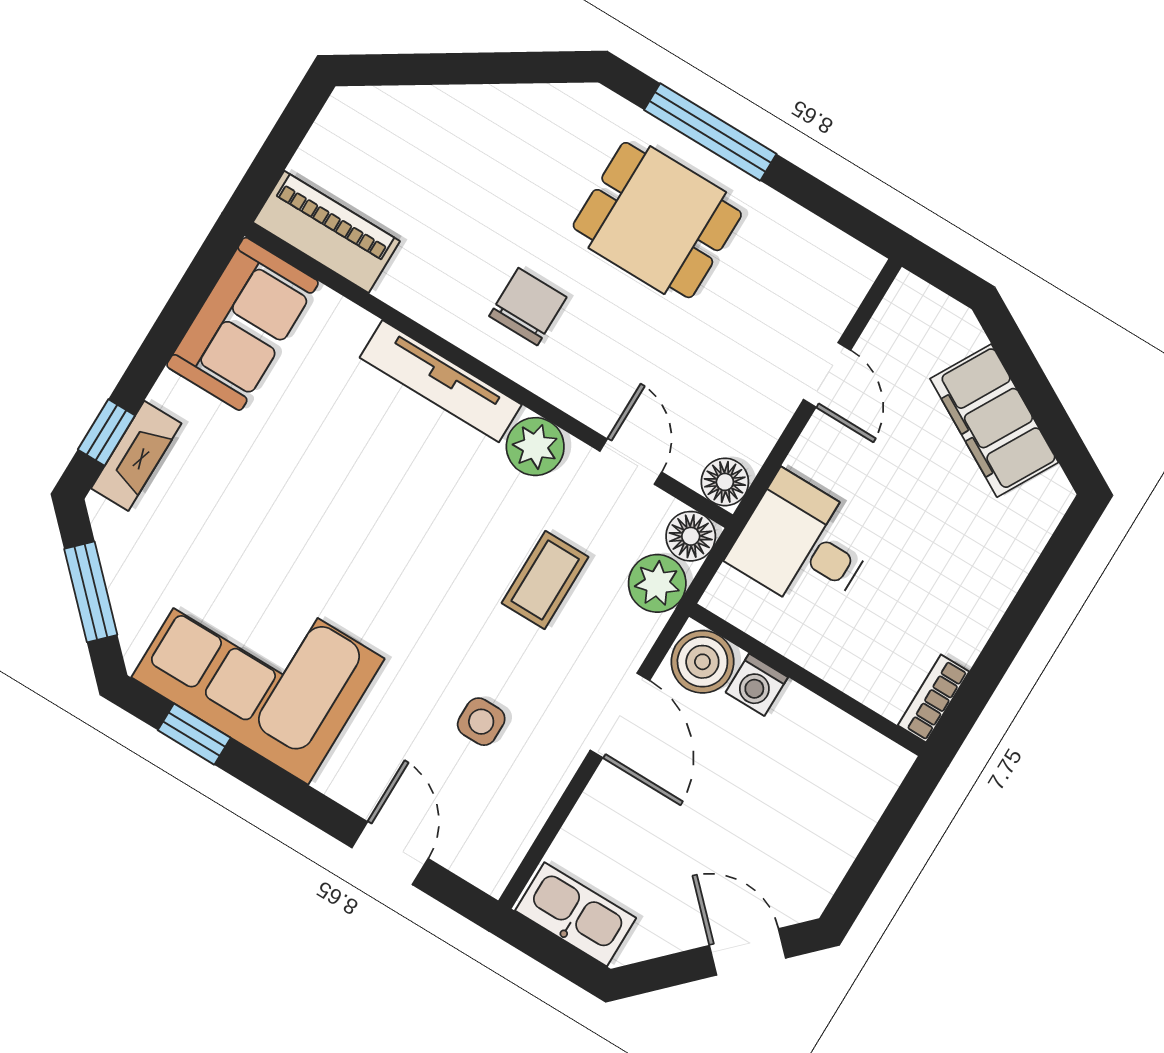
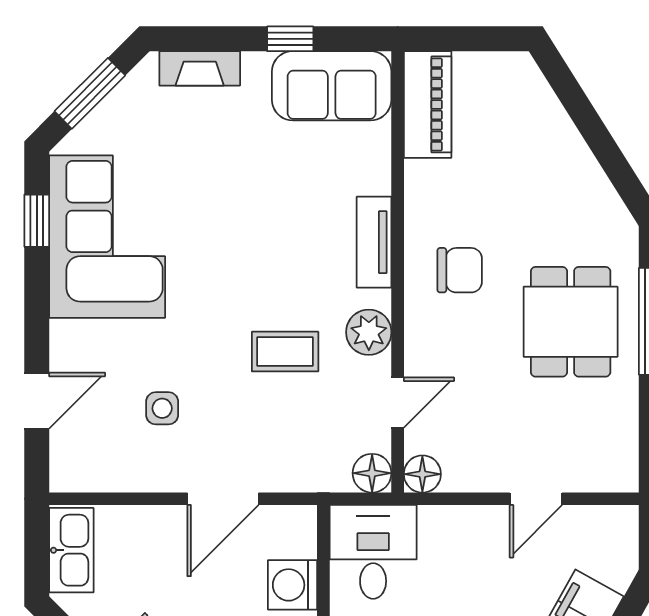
tv unit: (441, 381) -> (374, 242), width x0.71
window: (106, 433) -> (290, 39), moved
desk: (803, 545) -> (373, 552), moved
coffee table: (545, 580) -> (285, 352), moved
plant: (657, 583) -> (327, 470), removed
boiler: (702, 662) -> (293, 532), removed
washing machine: (757, 685) -> (292, 585), width x1.38, depth x1.38

